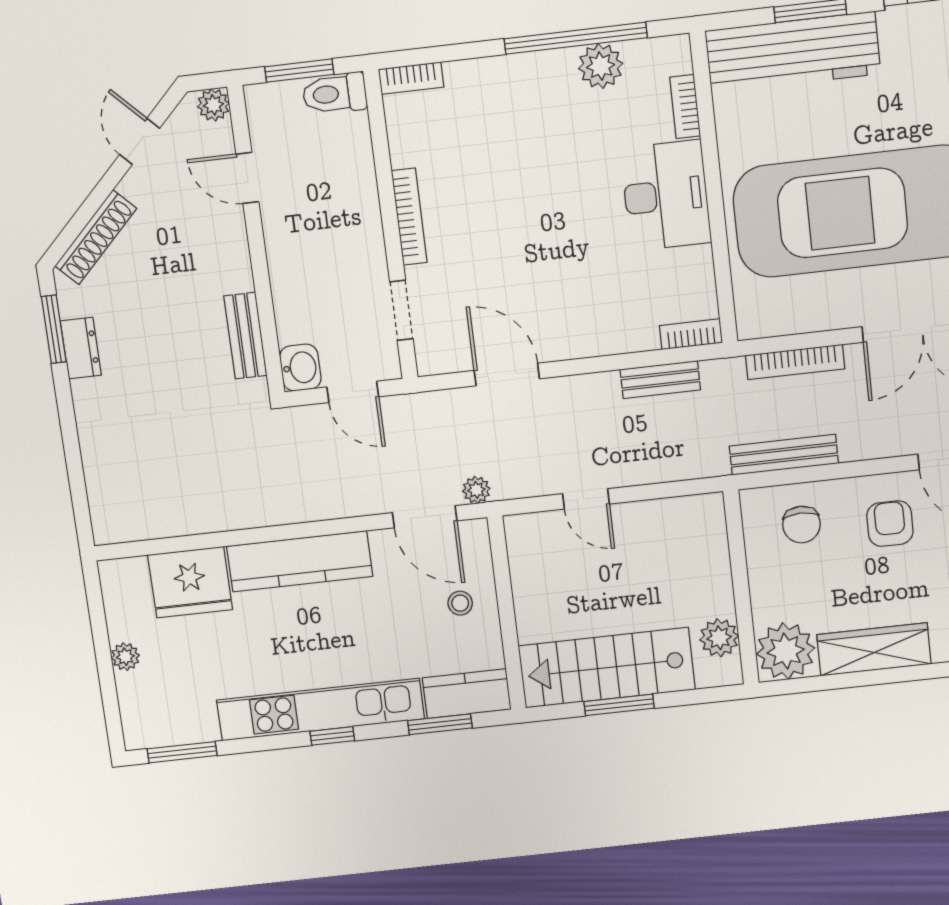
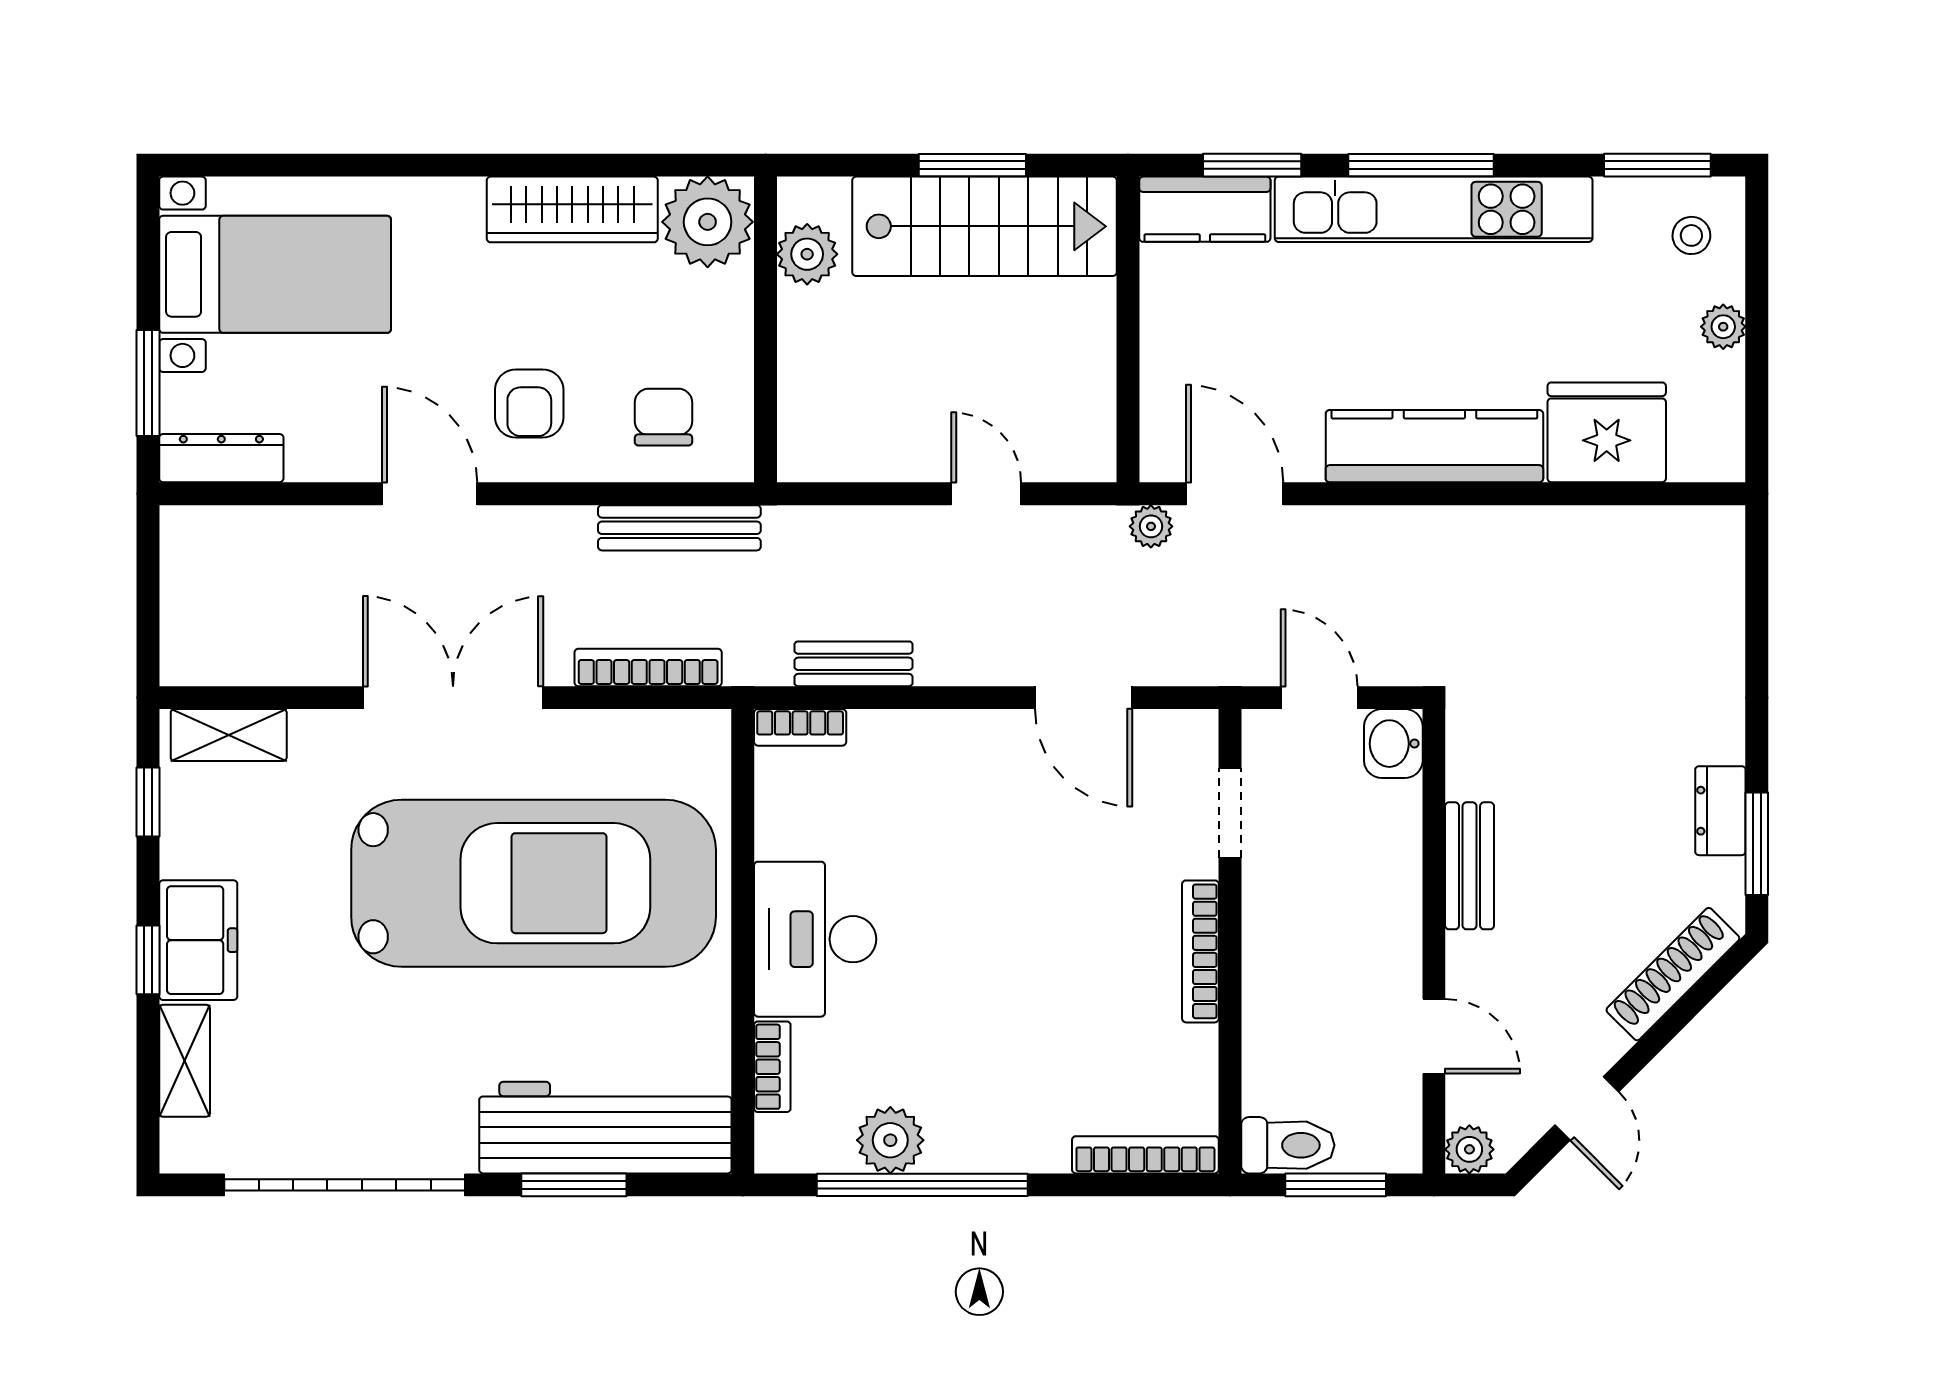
bookcase: (411, 78) -> (1145, 1155), width x1.56
bench: (245, 336) -> (1470, 866), moved
stool: (460, 603) -> (1691, 235), moved
window: (332, 736) -> (1421, 165), width x2.17

